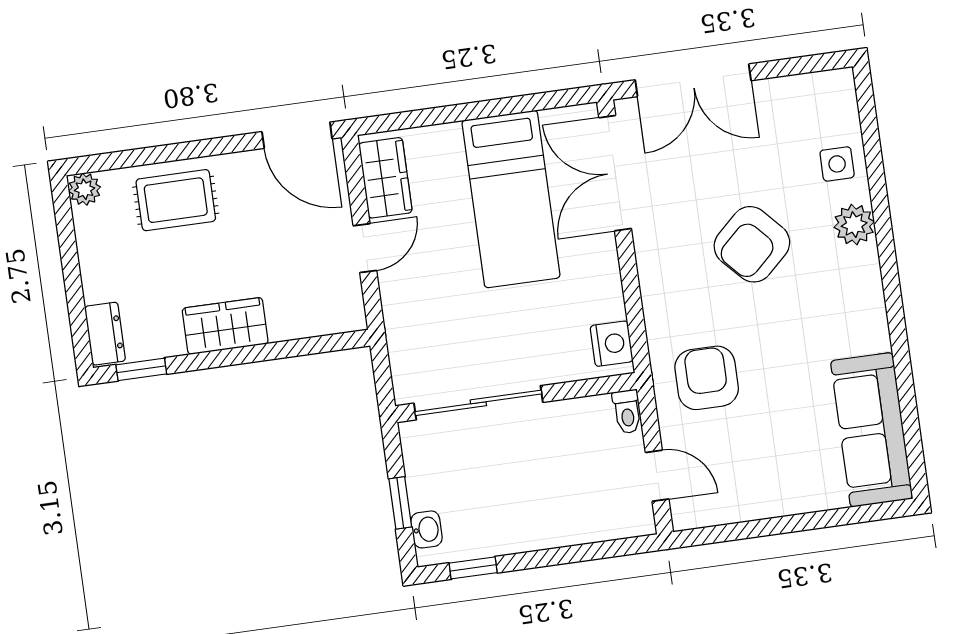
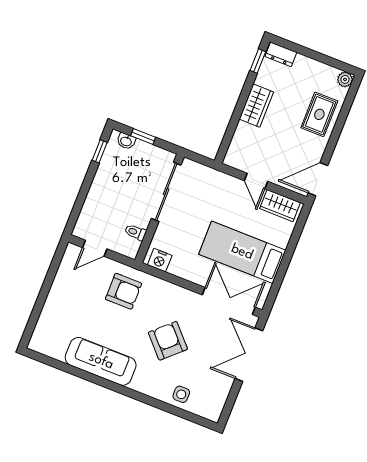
plant: (854, 225) -> (152, 387), removed
toilet: (627, 412) -> (135, 232), moved
sofa: (872, 430) -> (101, 361), moved

